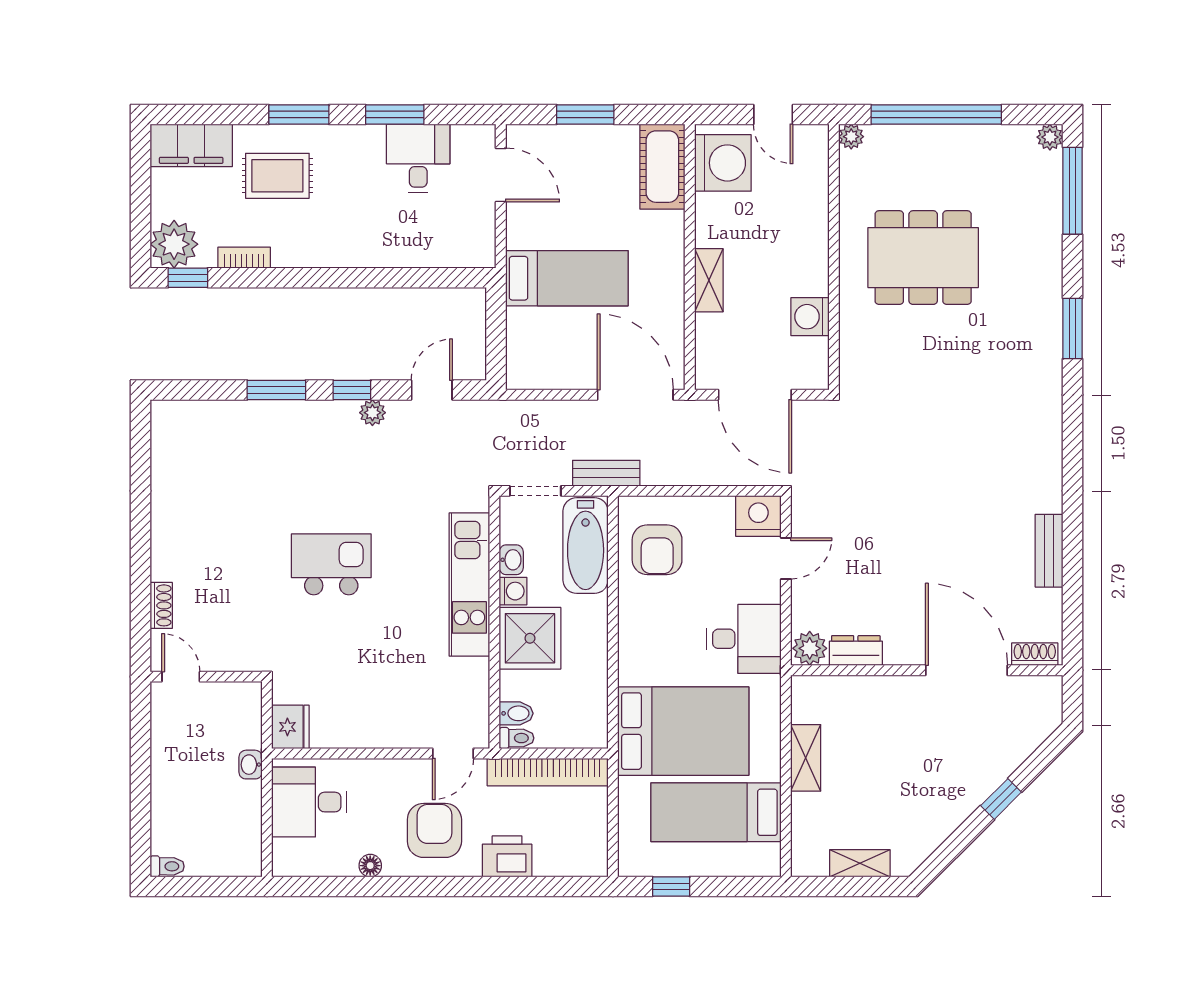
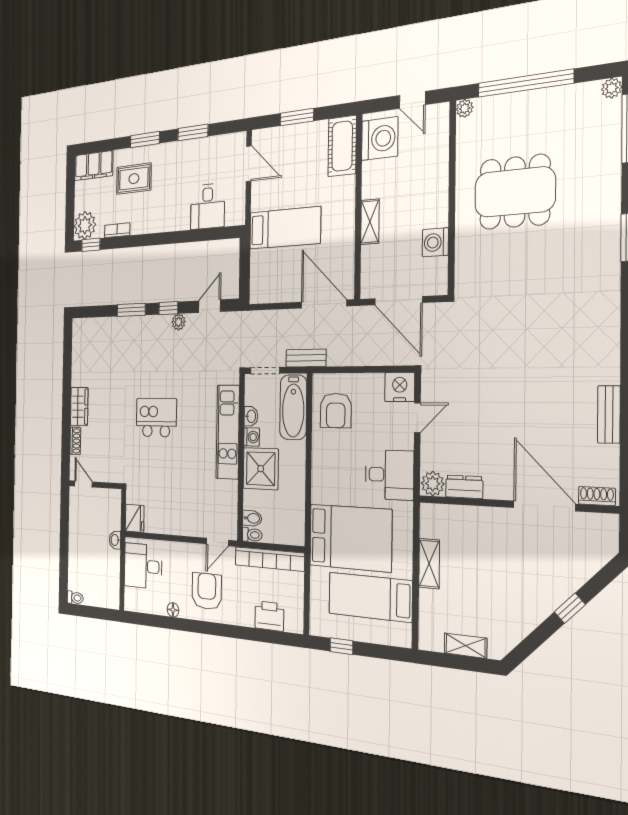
desk: (418, 158) -> (208, 206), moved, turned 180
wardrobe: (169, 548) -> (79, 407), added
printer: (507, 856) -> (269, 616), moved

